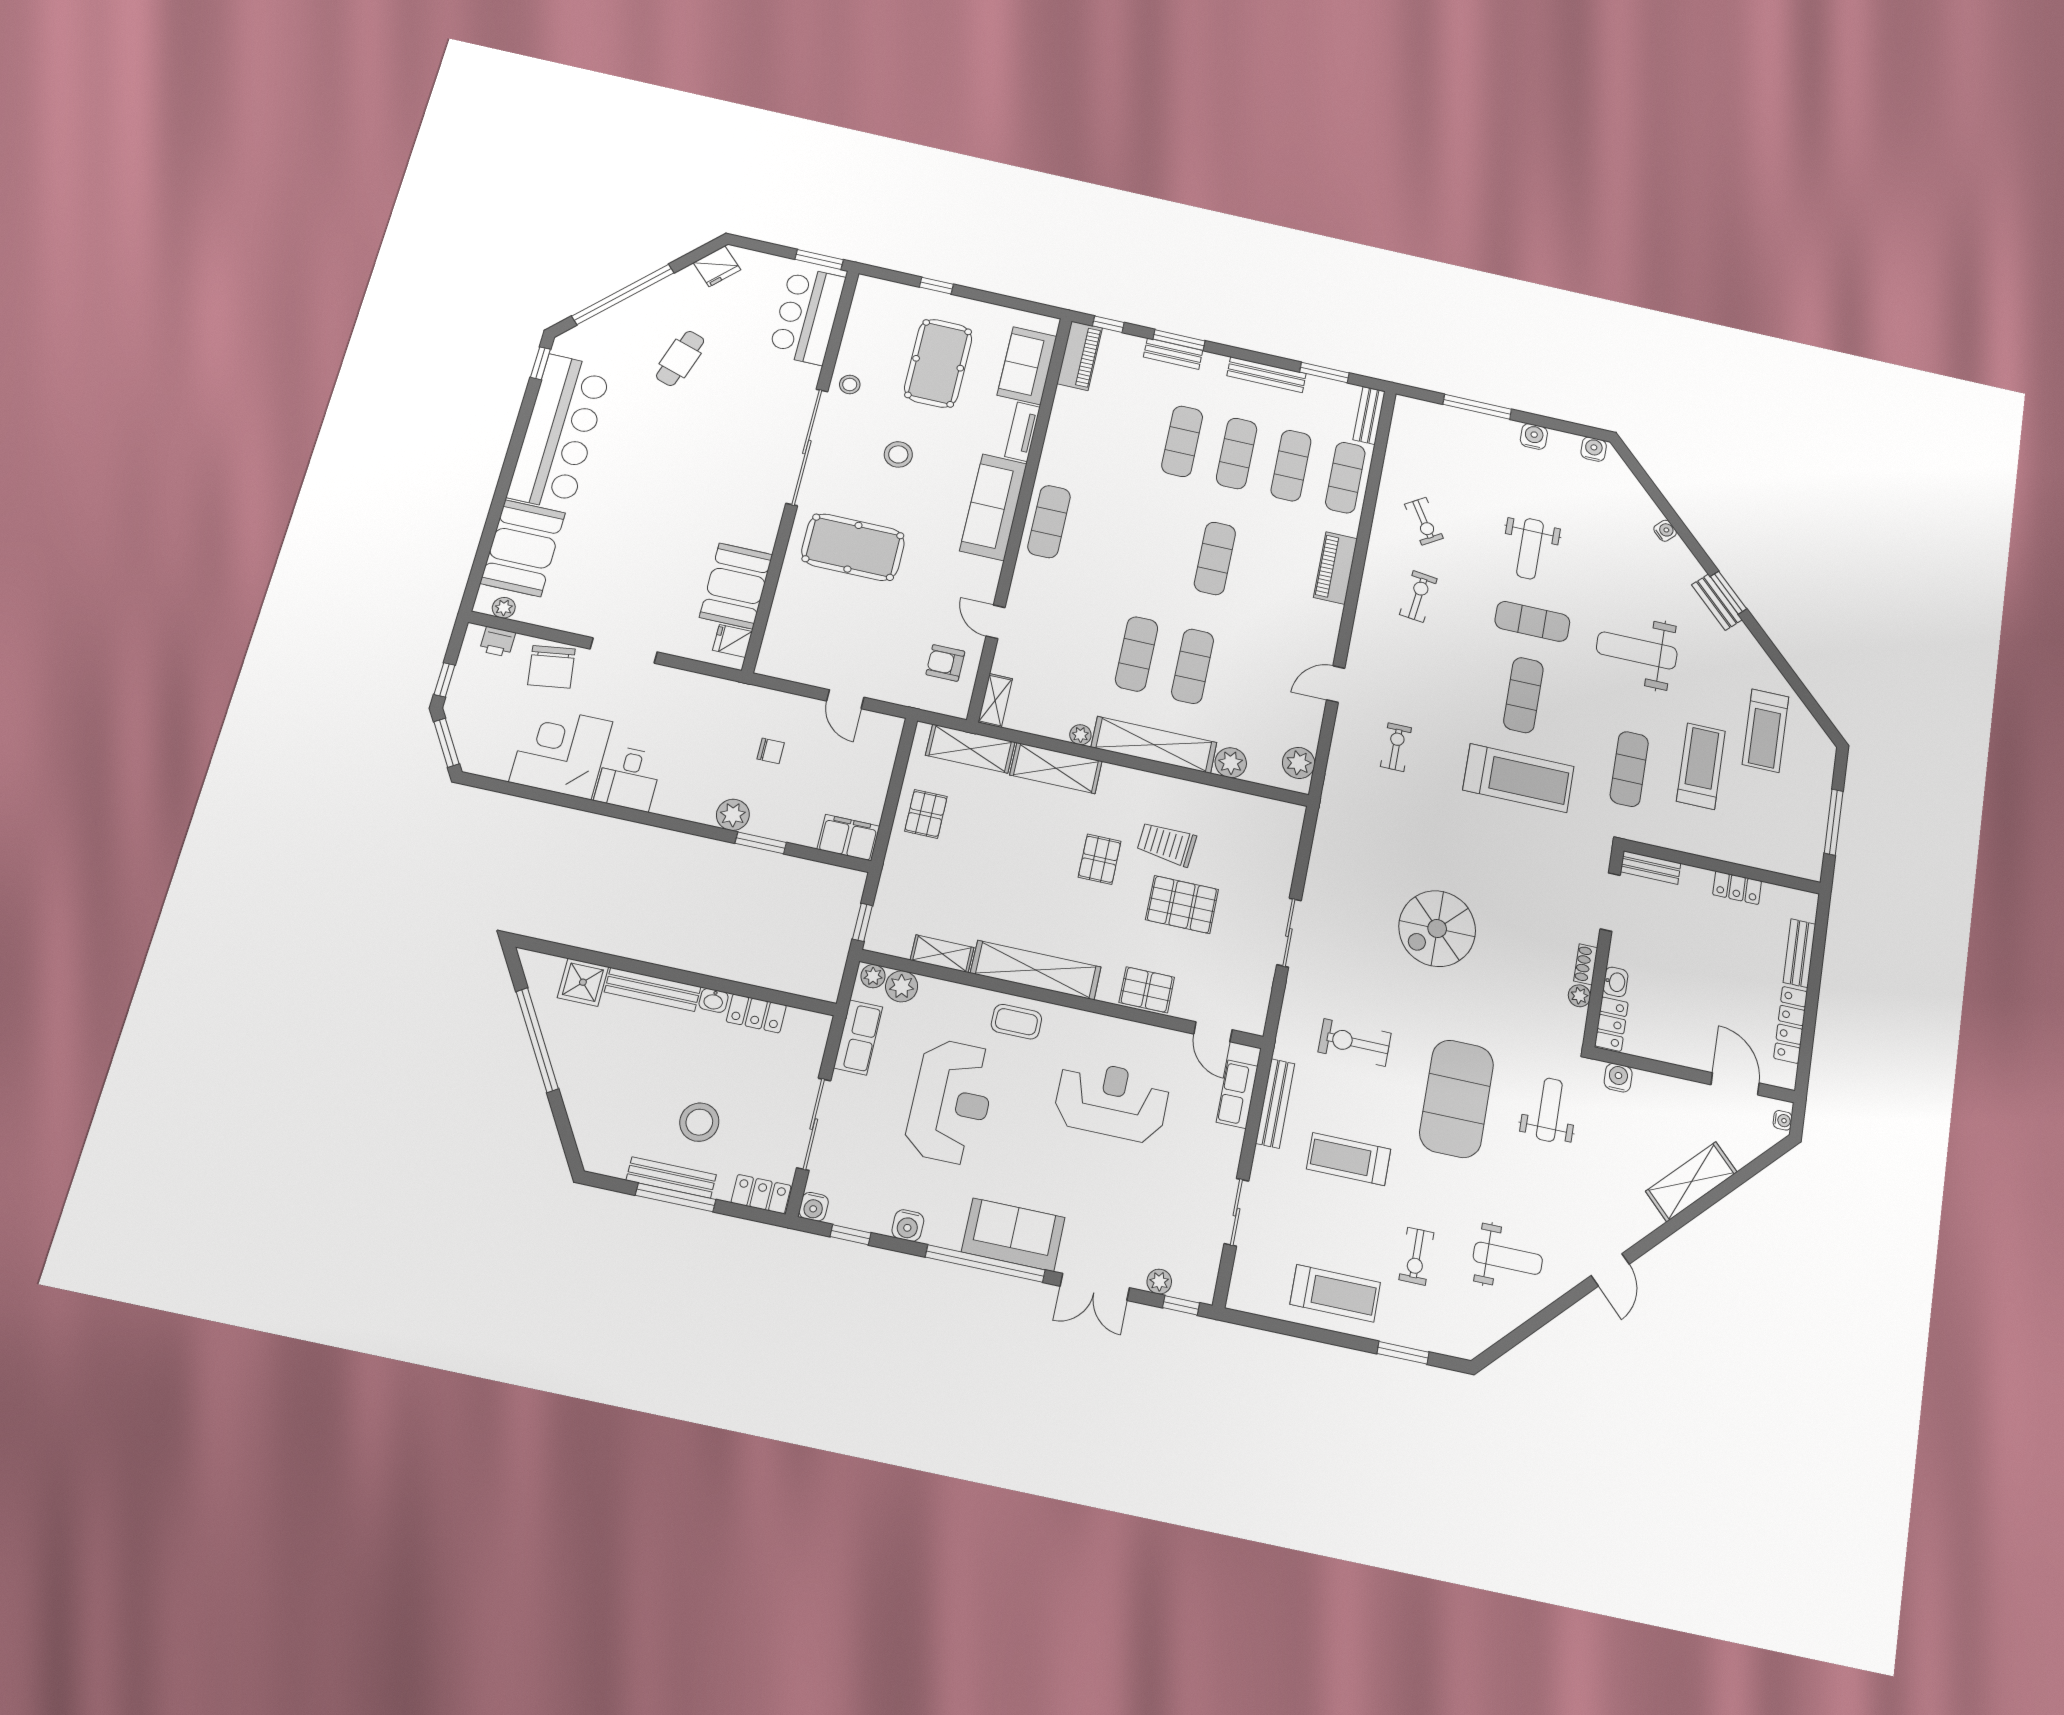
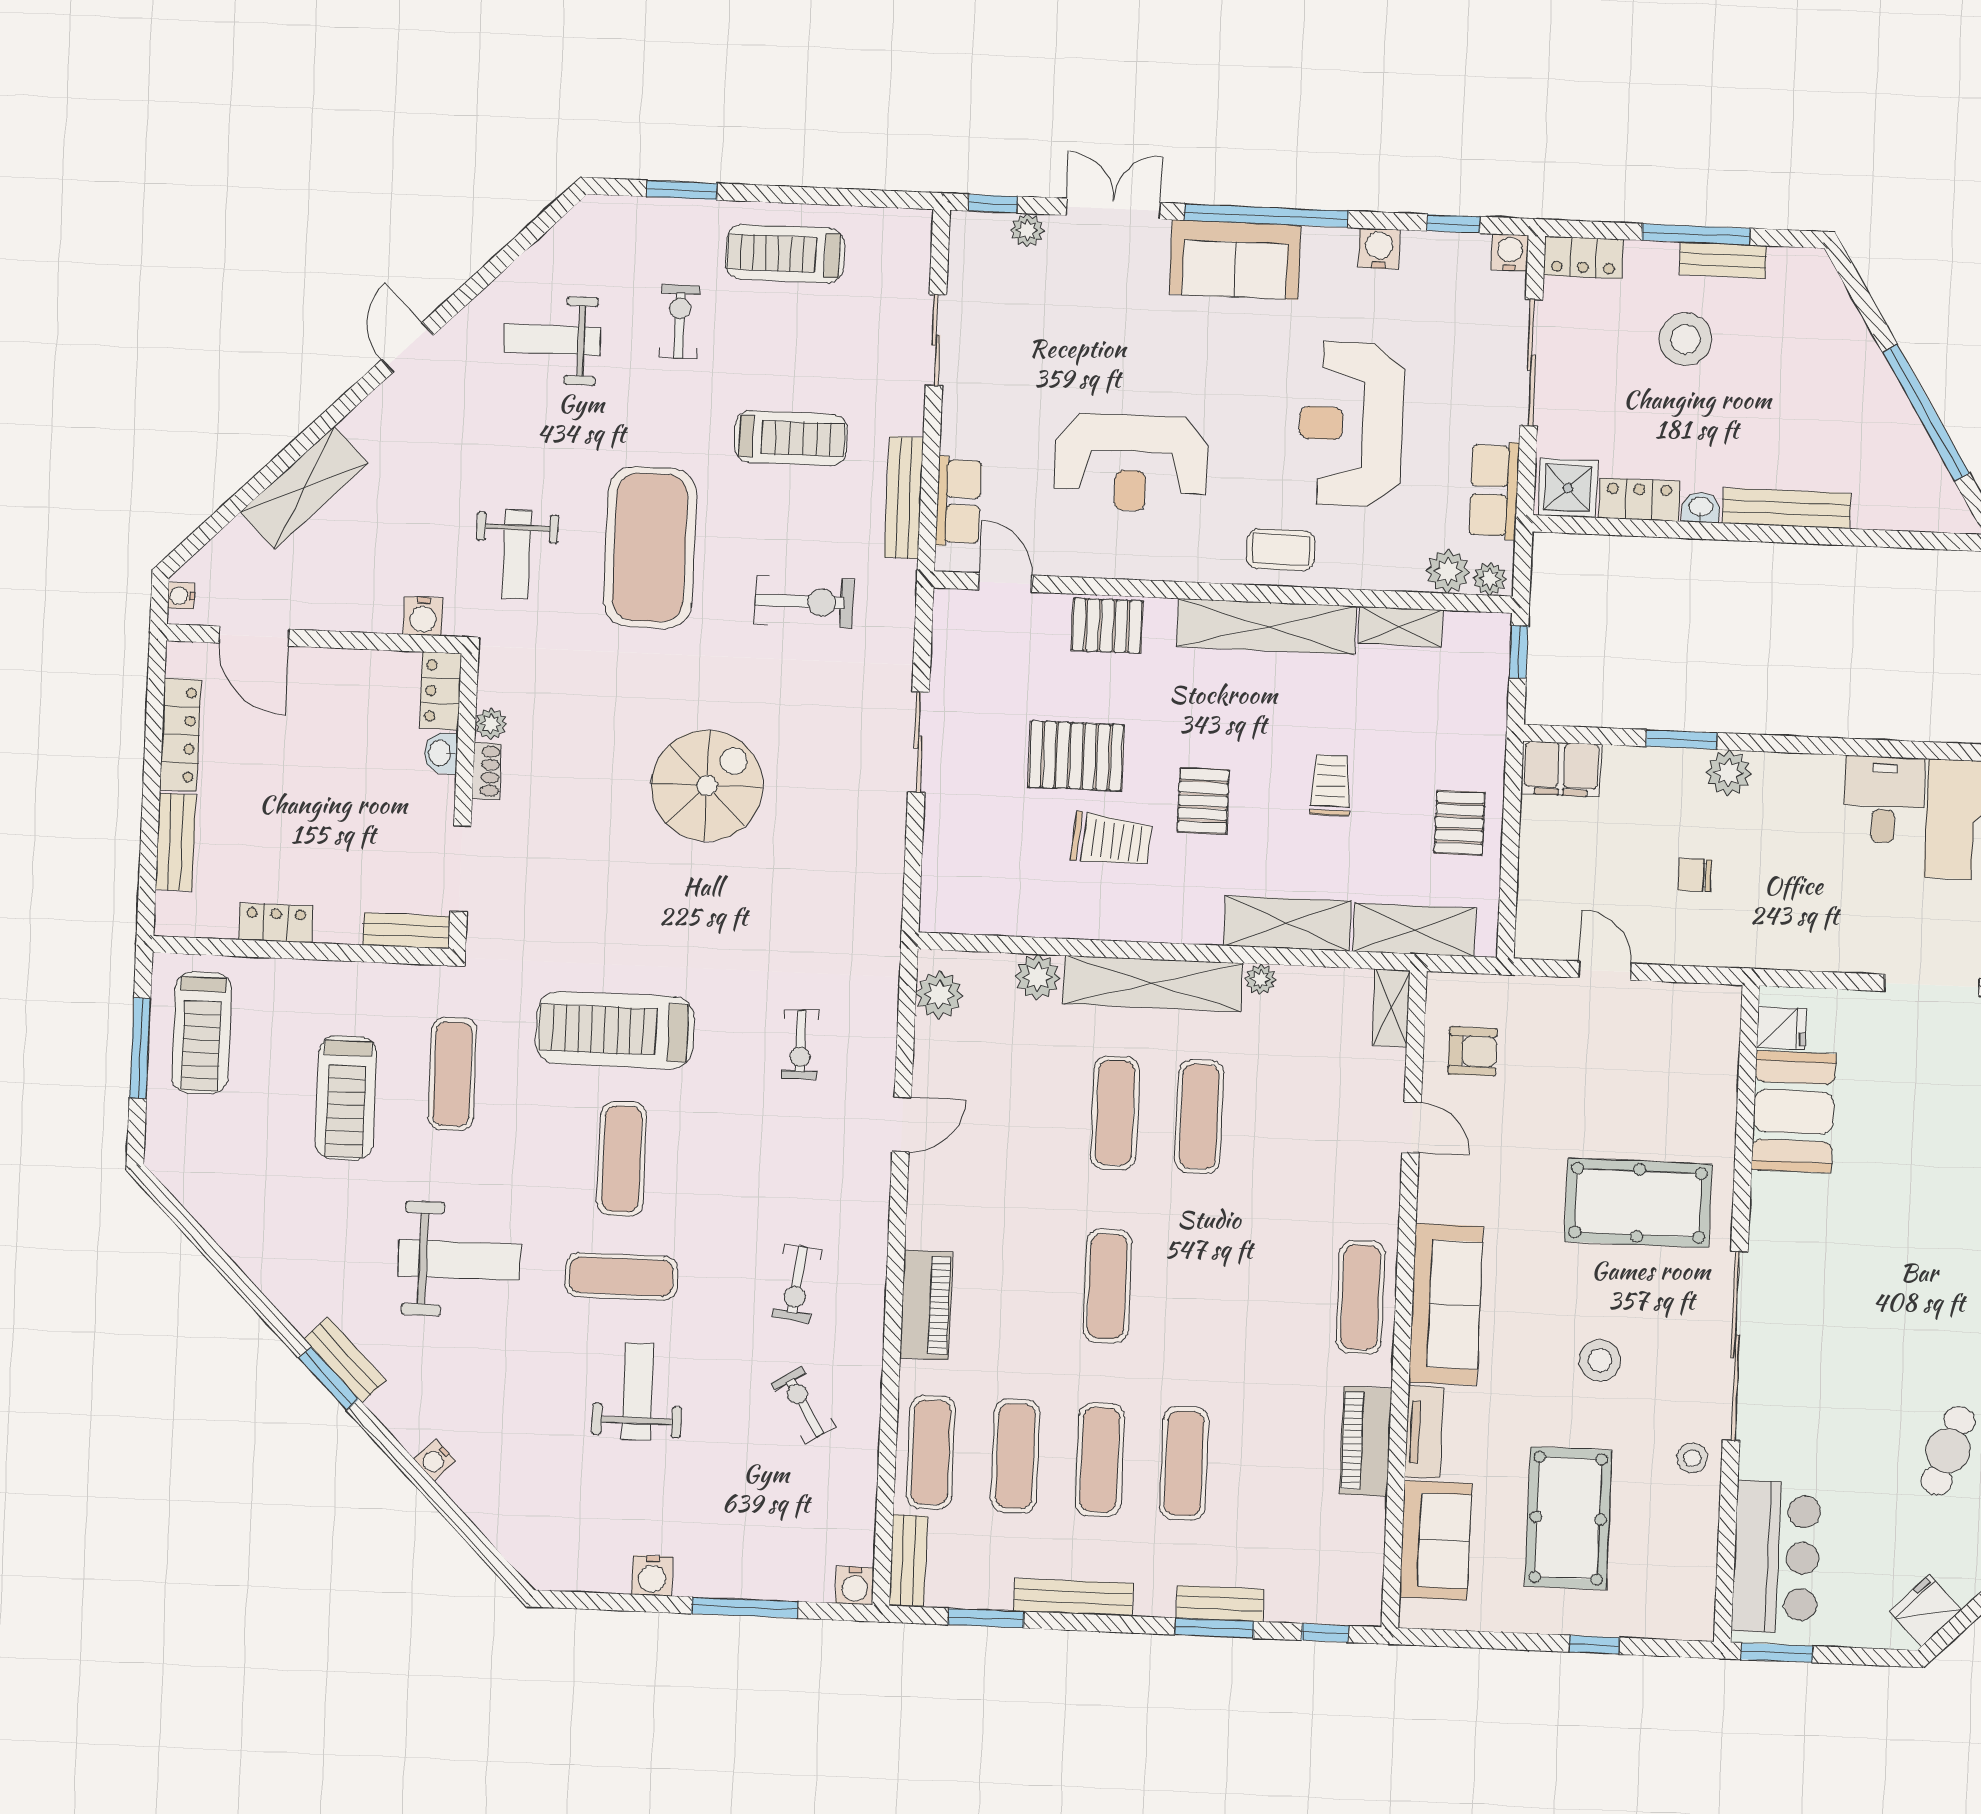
piano: (1080, 356) -> (1366, 1441), moved
water cooler: (1594, 449) -> (855, 1586), moved
treadmill: (1765, 731) -> (202, 1033), moved, turned 180
trolley: (1010, 855) -> (1331, 785), added
shower: (583, 982) -> (1568, 488), moved
bench: (671, 1177) -> (1723, 260), width x0.73

